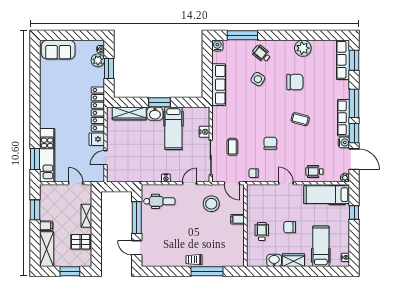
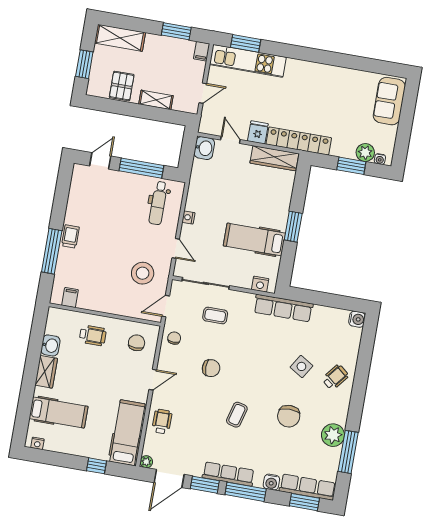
window: (242, 35) -> (348, 452), moved
row of seats: (219, 85) -> (283, 308), moved
wardrobe: (129, 113) -> (274, 158), moved, turned -90
washbasin: (155, 114) -> (204, 148), moved, turned 180
nightstand: (204, 132) -> (260, 284), moved
water cooler: (344, 142) -> (271, 482), moved
filing cabinet: (238, 219) -> (70, 297), moved
filing cabinet: (46, 226) -> (202, 51), moved
chair: (290, 227) -> (137, 343), moved

